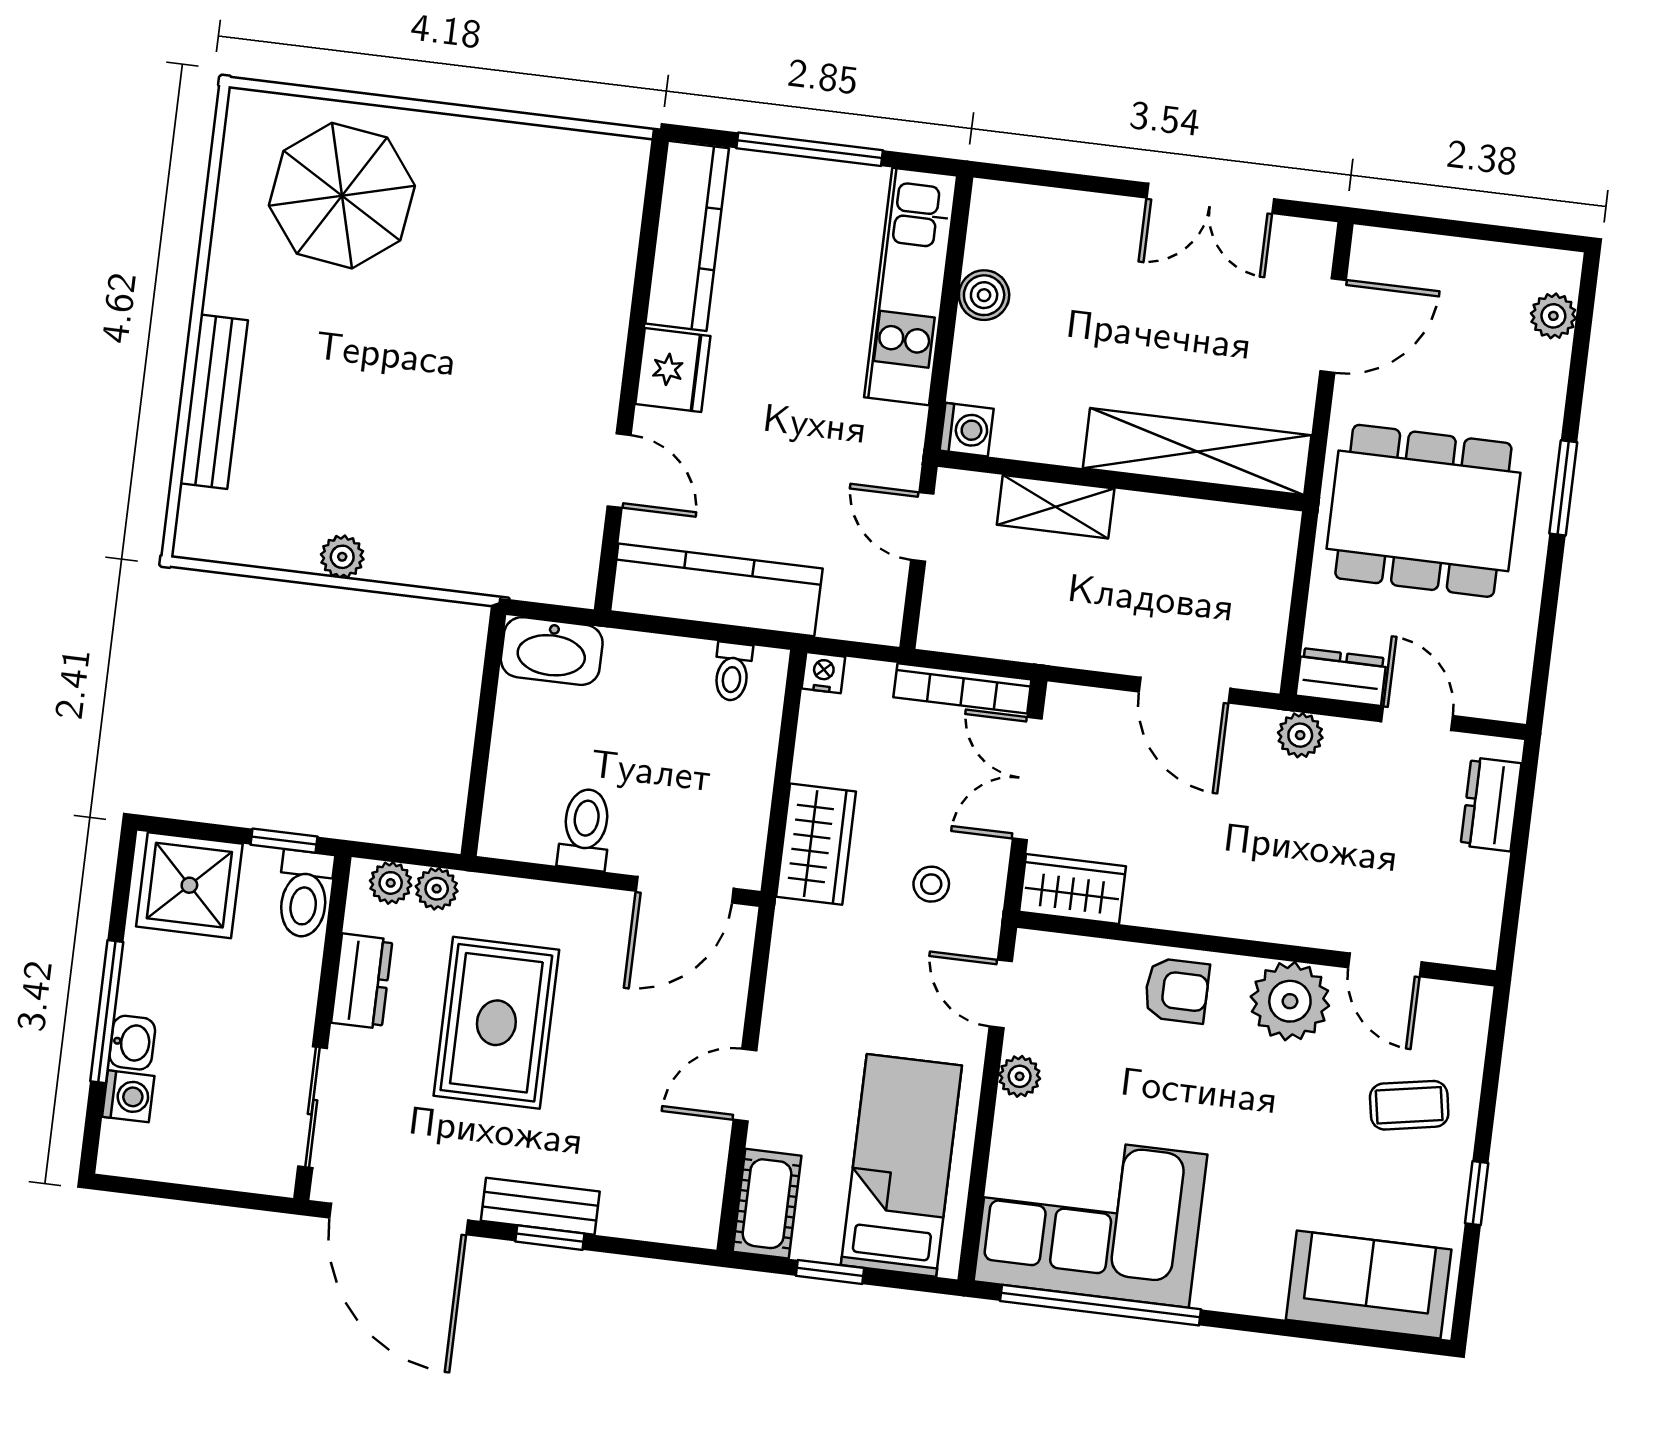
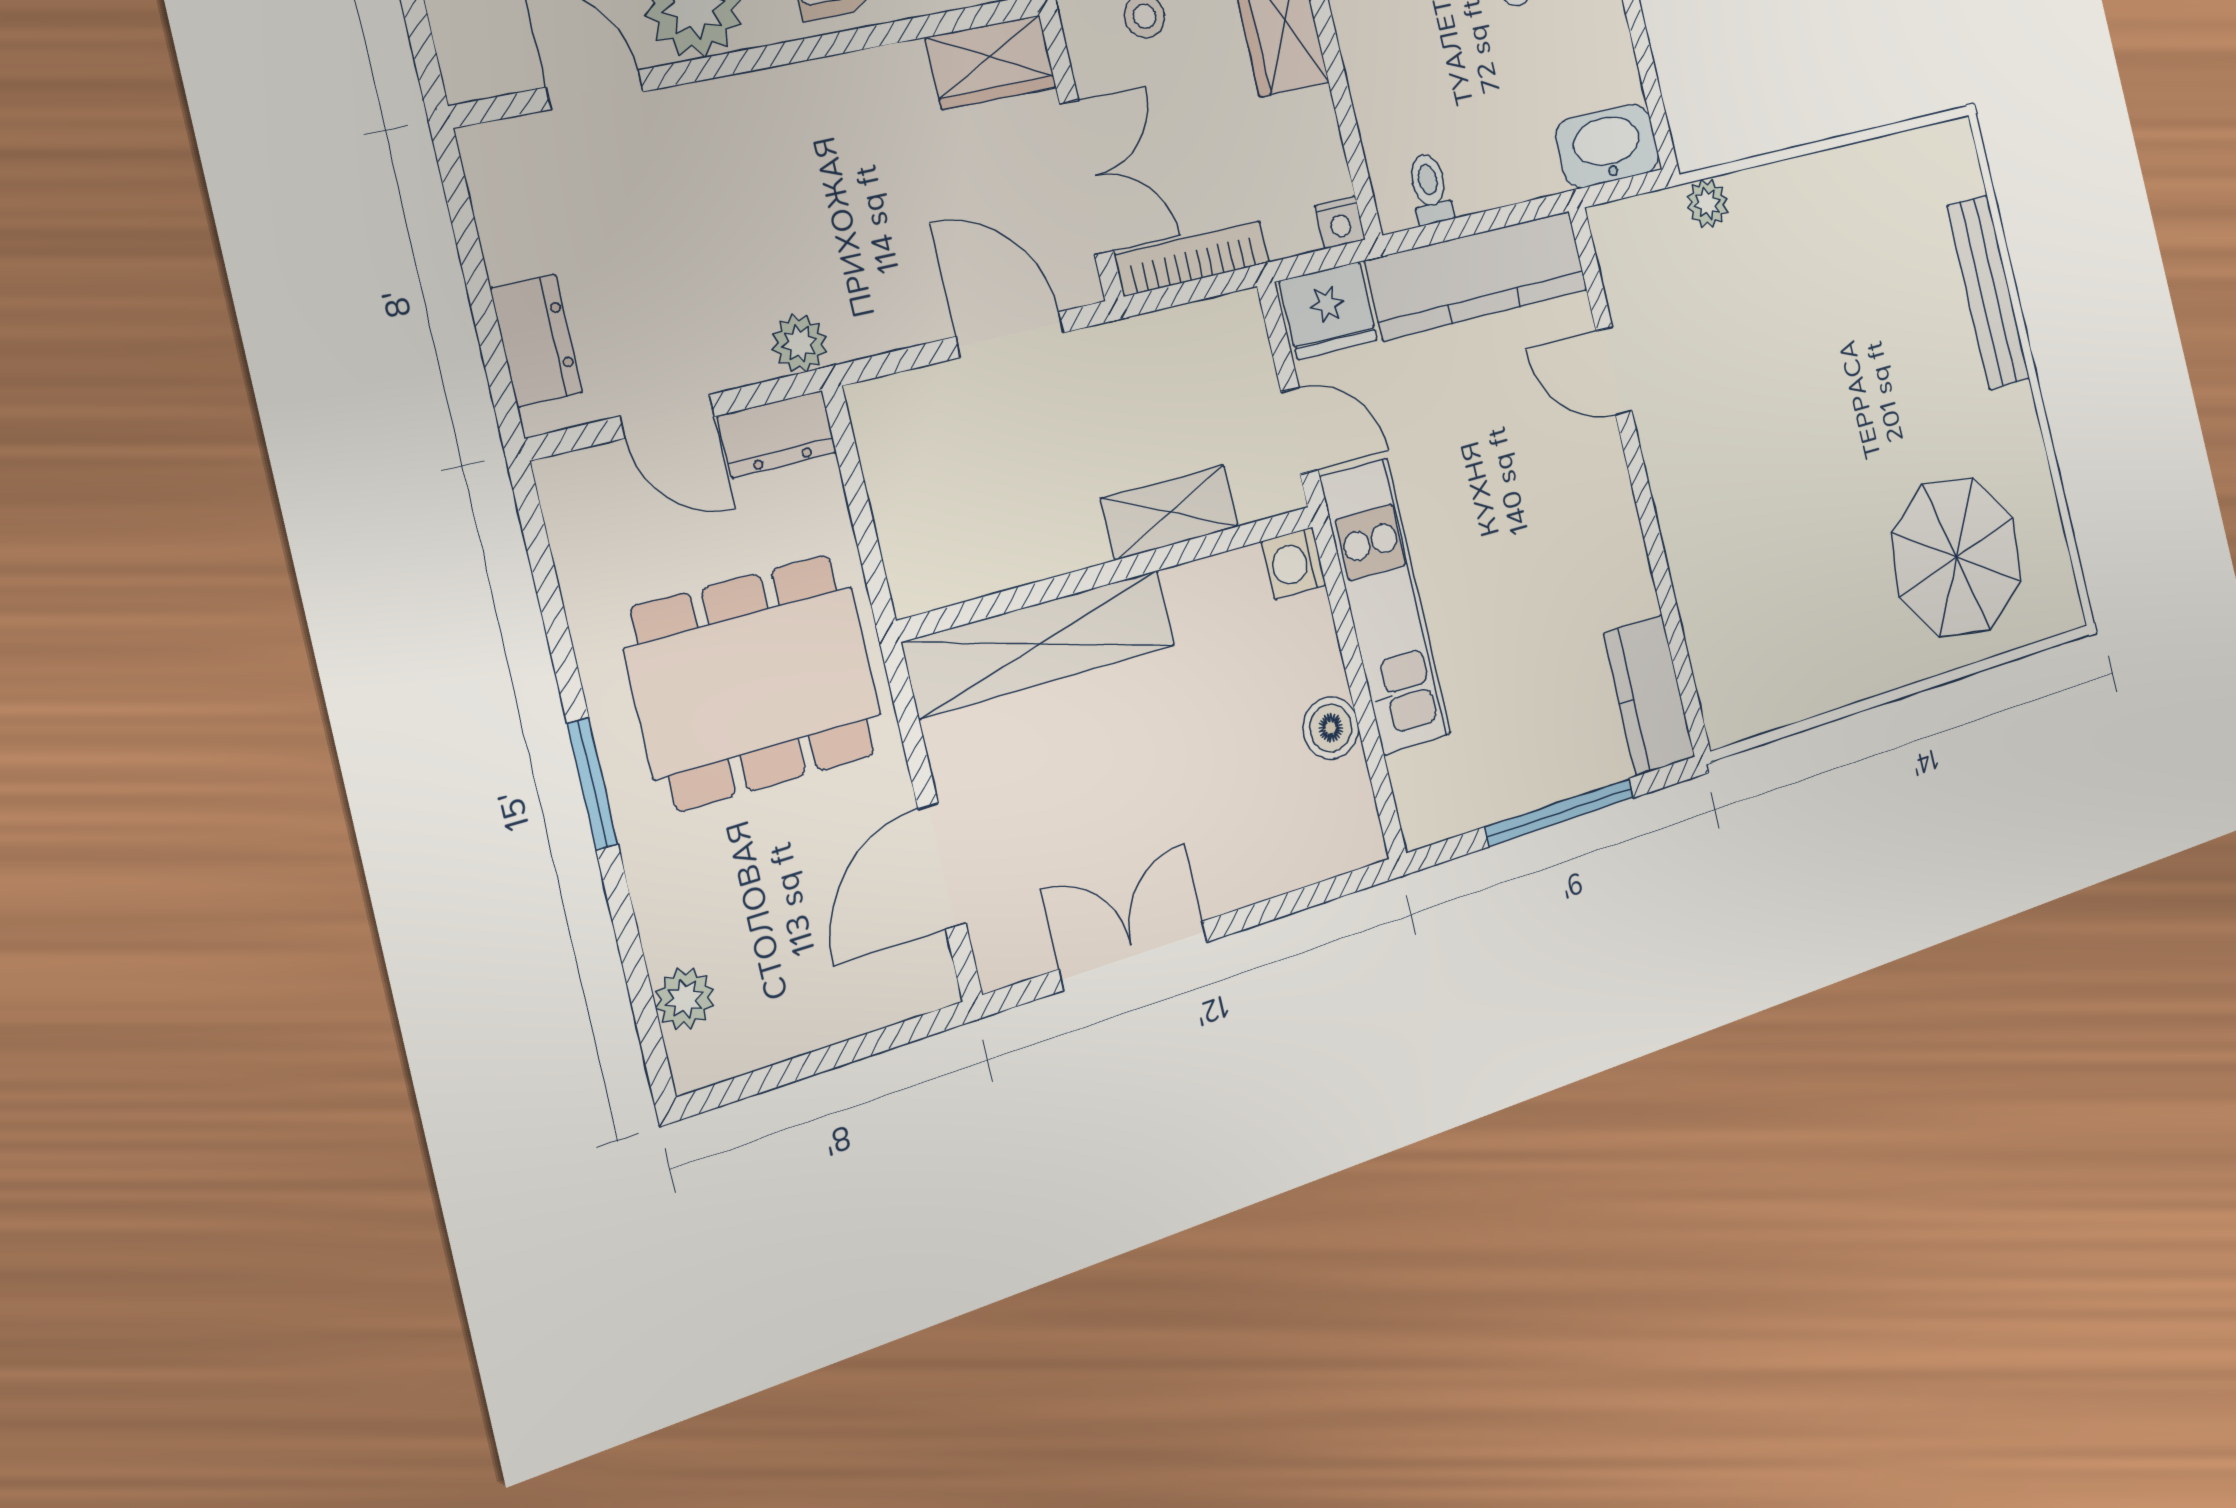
kitchen counter: (687, 236) -> (1649, 695), width x0.67
kitchen unit: (911, 286) -> (1385, 606), moved
fridge: (673, 370) -> (1329, 310), moved, turned -90
plant: (342, 557) -> (1707, 203), moved
door: (1184, 690) -> (1010, 335), moved

